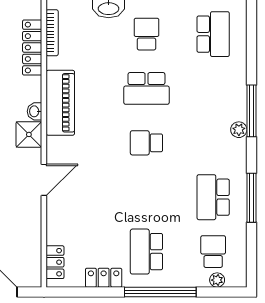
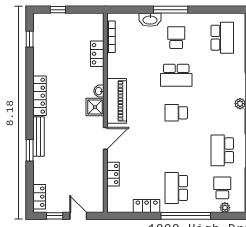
locker: (32, 48) -> (97, 54), width x0.66
piano: (60, 103) -> (117, 101), moved
locker: (55, 262) -> (113, 174), moved

